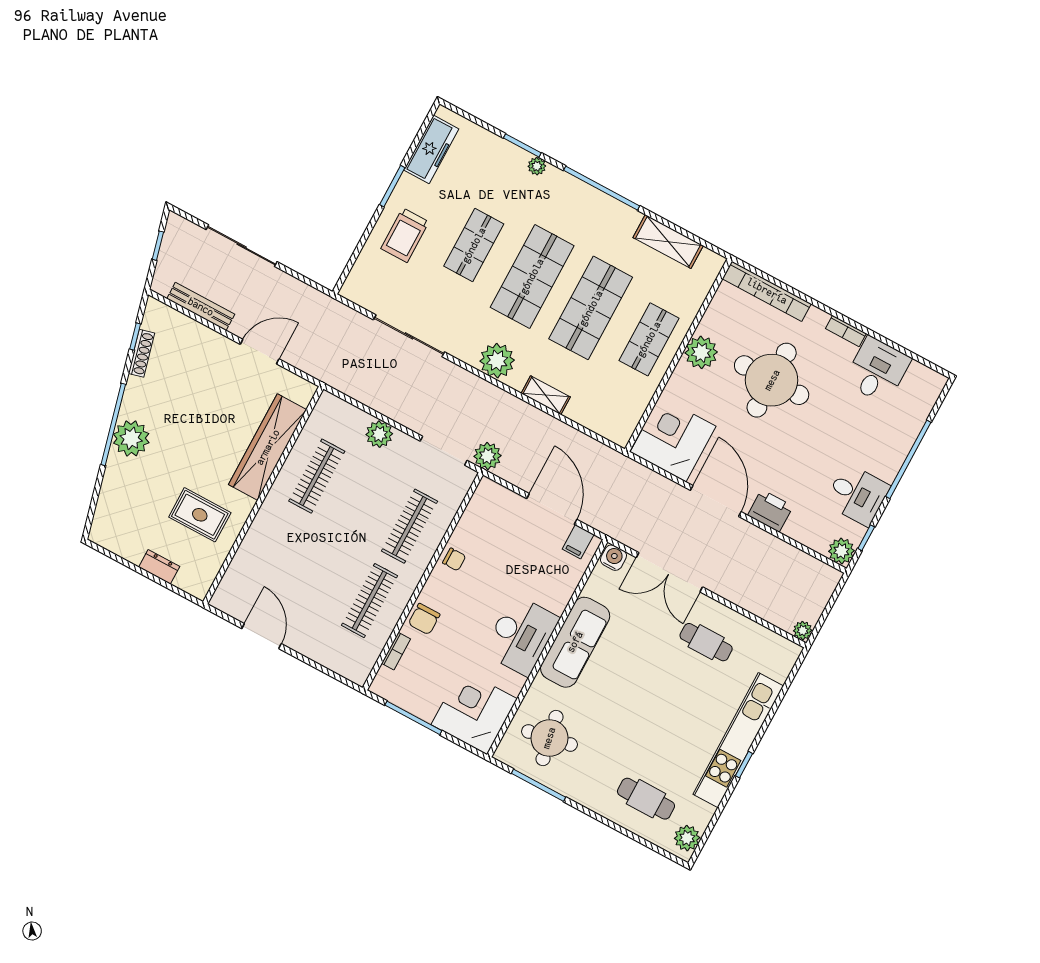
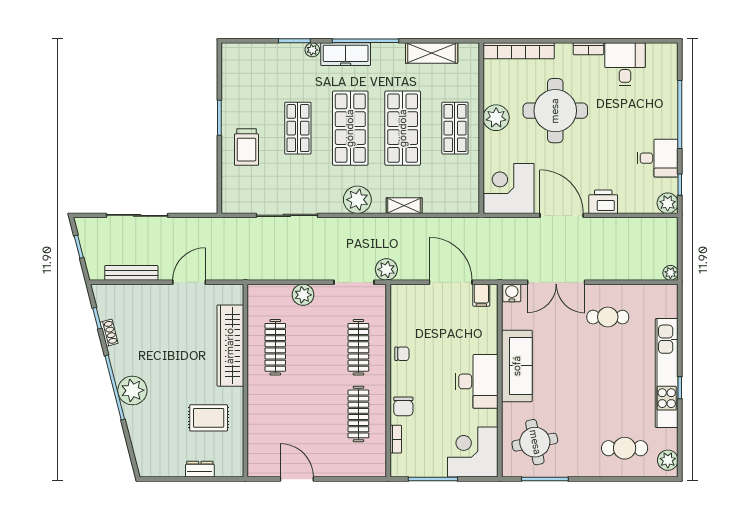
freezer: (431, 149) -> (346, 54), moved, turned 90
shoe rack: (141, 353) -> (109, 333), width x0.70

